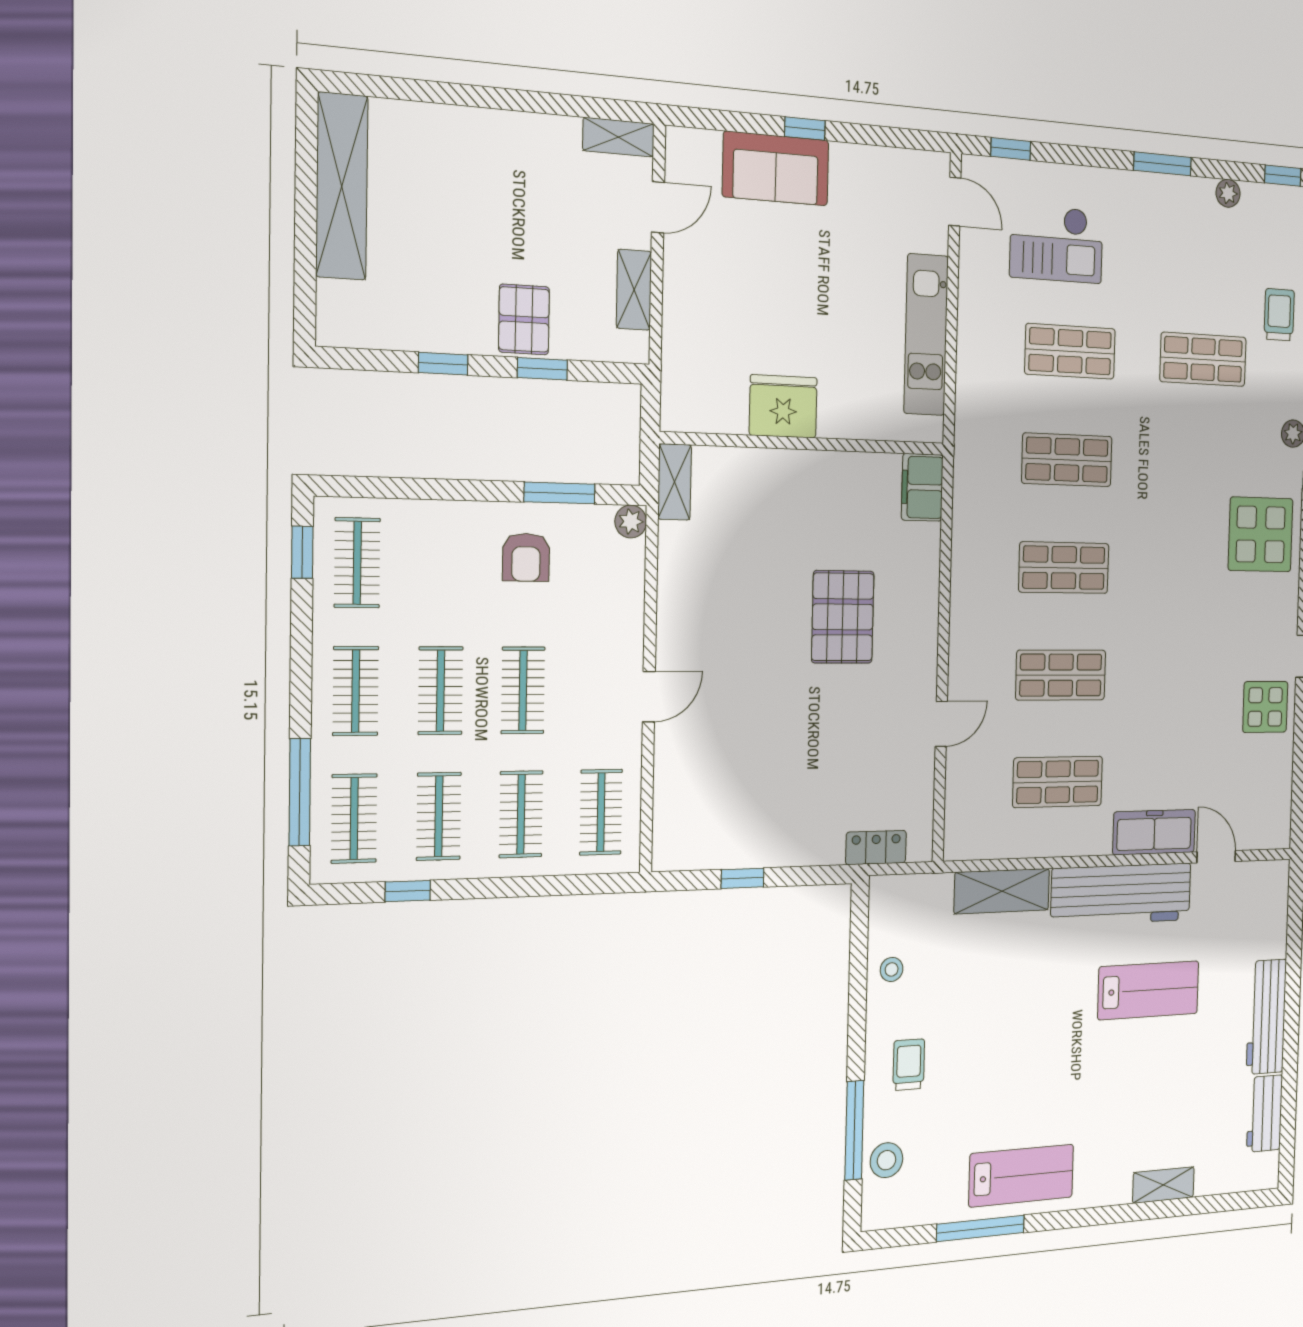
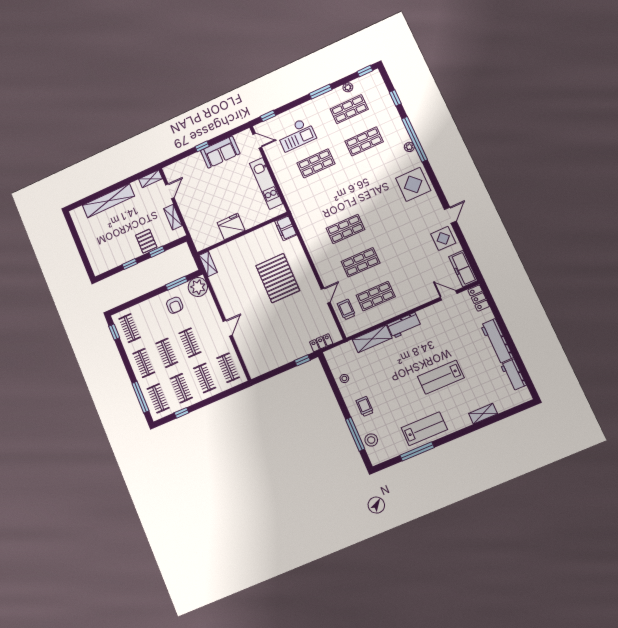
sofa: (776, 168) -> (220, 152), moved
shelving: (342, 186) -> (108, 201), moved, turned 90
trolley: (1279, 315) -> (346, 309), moved
shop shelf: (1067, 460) -> (349, 109), moved
plant: (631, 522) -> (198, 287), width x1.87, depth x1.87
pallet: (843, 617) -> (278, 278), width x1.37, depth x1.41
freezer: (1154, 832) -> (463, 269), moved, turned -90
window: (743, 878) -> (302, 360), moved
locker: (1274, 893) -> (479, 298), added
workbench: (1121, 894) -> (404, 325), width x0.53, depth x0.76
lab bench: (1148, 990) -> (441, 377), moved, turned 180

